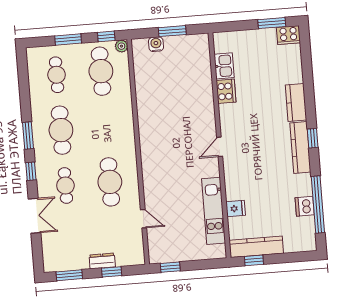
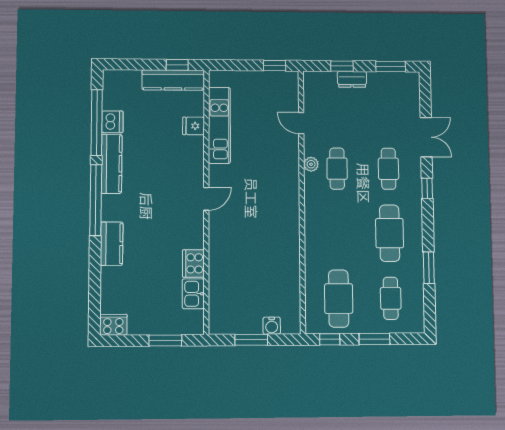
window: (272, 23) -> (165, 340), moved
plant: (121, 46) -> (311, 164), moved
window: (28, 136) -> (429, 268), moved
window: (313, 138) -> (96, 200), width x3.17
kitchen counter: (300, 147) -> (112, 164), moved
cafe table: (110, 182) -> (337, 169), width x0.73, depth x0.74
double door: (34, 216) -> (426, 137), swing flipped

